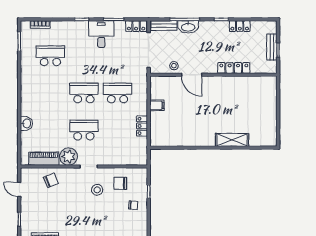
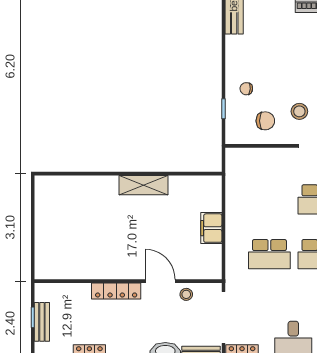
locker: (234, 68) -> (116, 291), moved
filing cabinet: (157, 105) -> (211, 228), width x2.00
locker: (142, 126) -> (233, 205), removed
shelving: (232, 140) -> (143, 185), moved

